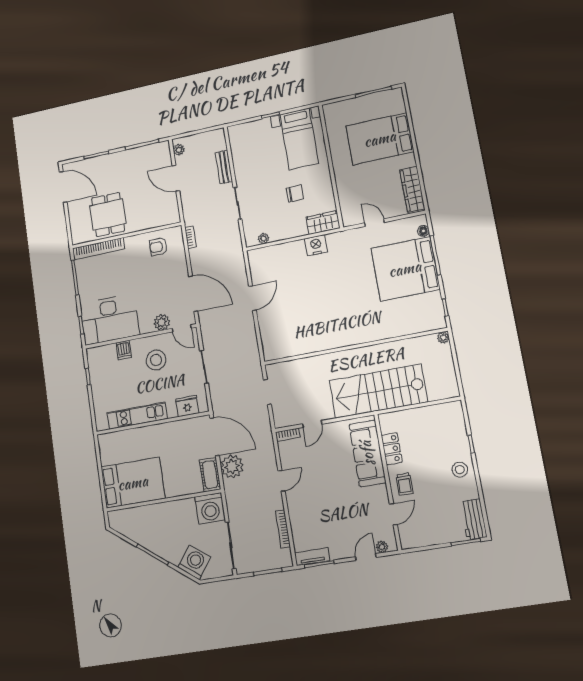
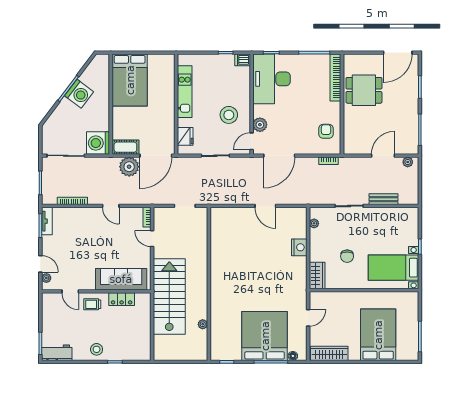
nightstand: (316, 245) -> (299, 247), moved
plant: (443, 338) -> (203, 324), moved
dishwasher: (124, 350) -> (243, 60), moved
washing machine: (194, 562) -> (79, 94), moved

